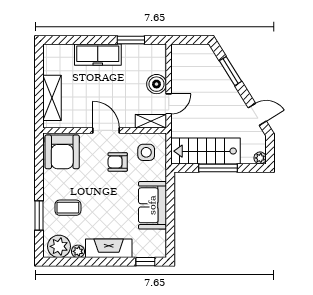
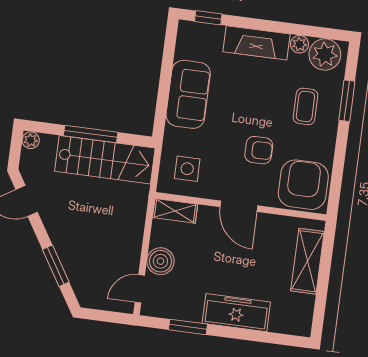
door: (169, 104) -> (140, 289), moved
armchair: (118, 162) -> (259, 150), moved
coffee table: (68, 208) -> (305, 106), turned 90

